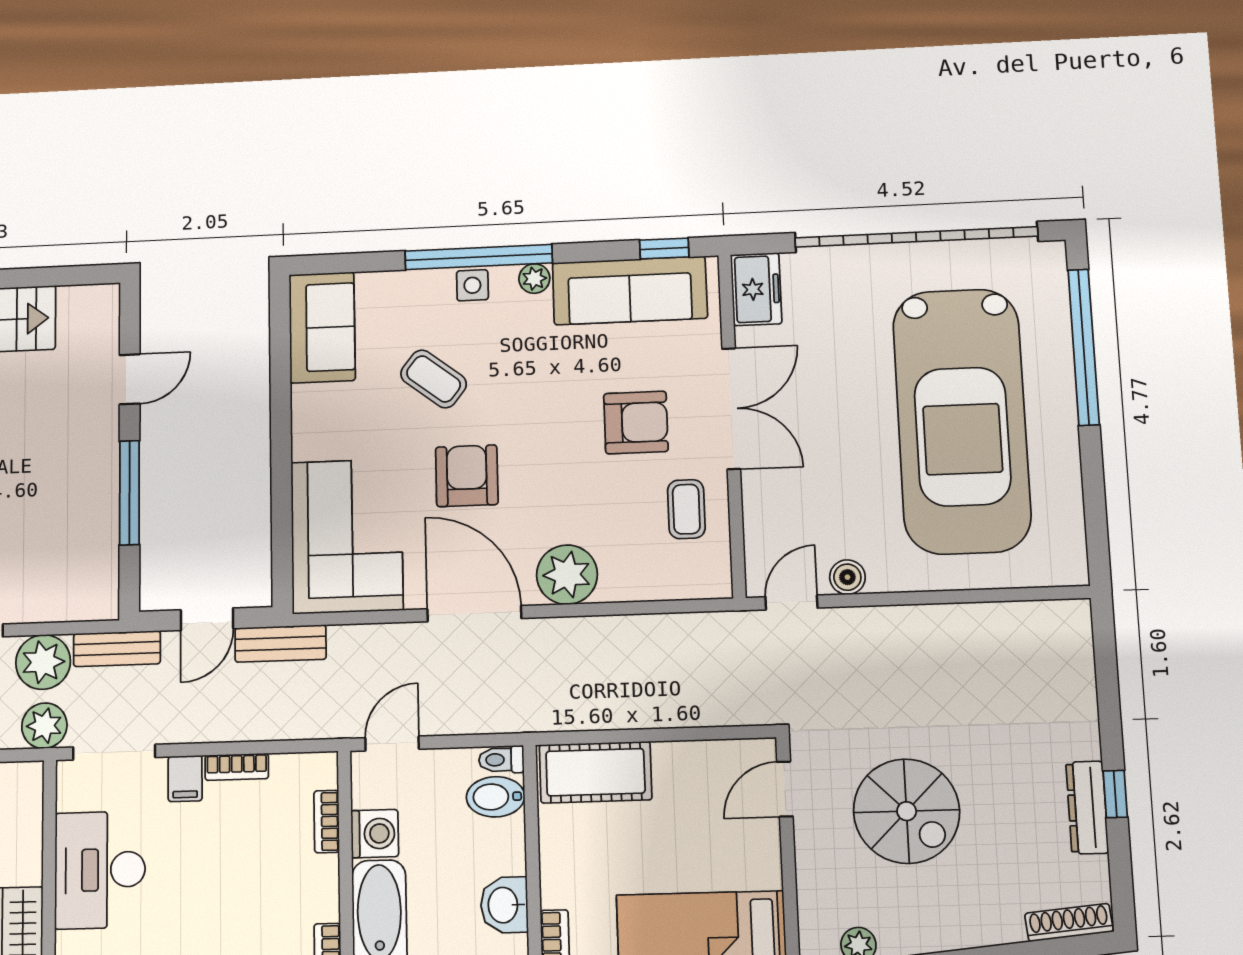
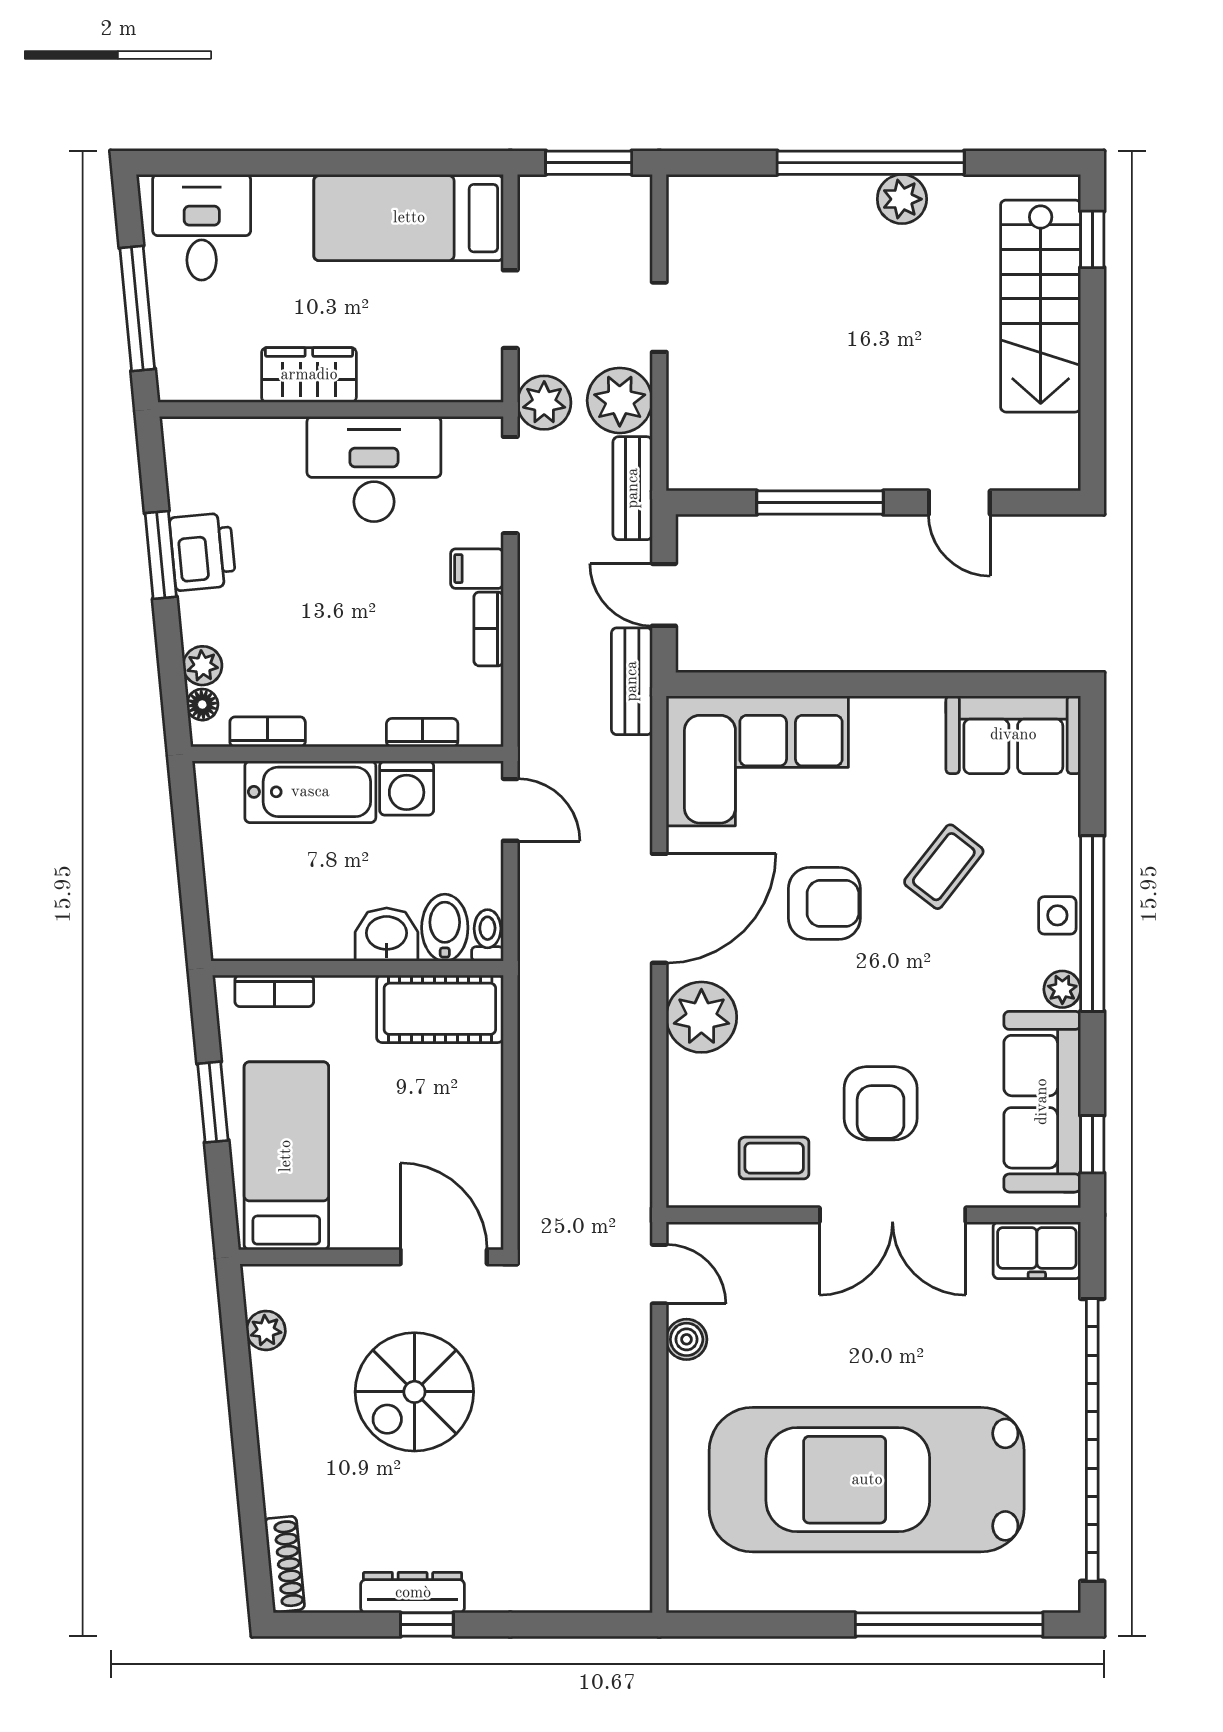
cot: (595, 772) -> (440, 1009), moved, turned 90
door: (785, 789) -> (444, 1257), width x1.38
washbasin: (504, 905) -> (387, 935), moved

